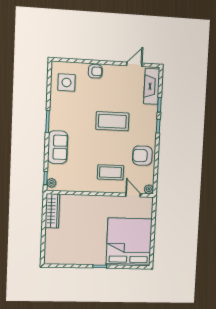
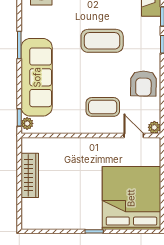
sofa: (58, 147) -> (37, 77), width x1.85, depth x1.27
armchair: (142, 156) -> (143, 84), turned -89
wardrobe: (52, 211) -> (30, 175), moved

